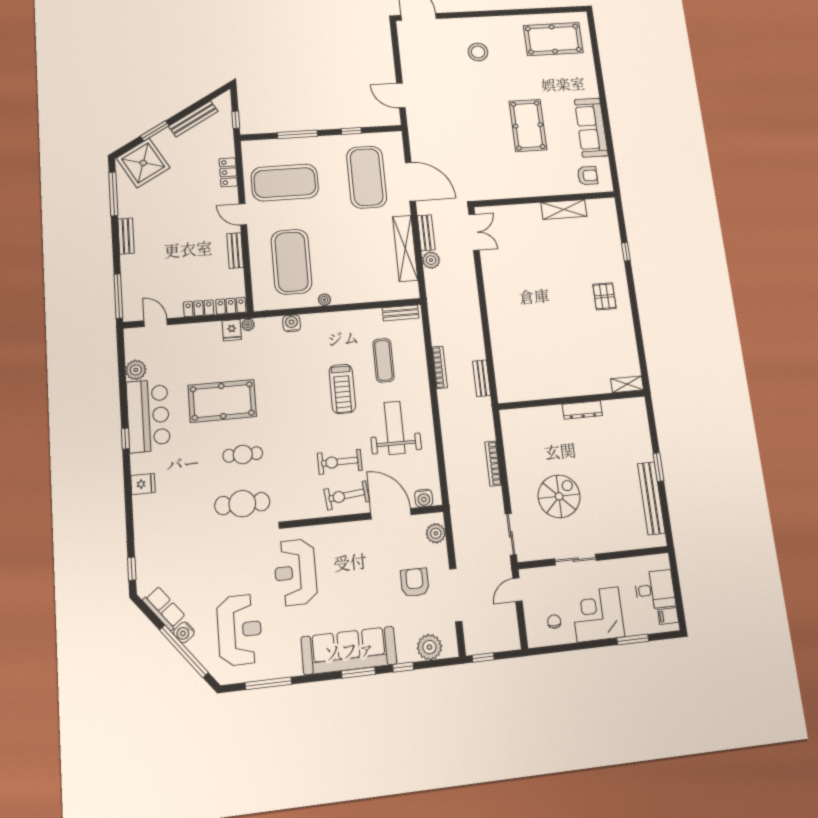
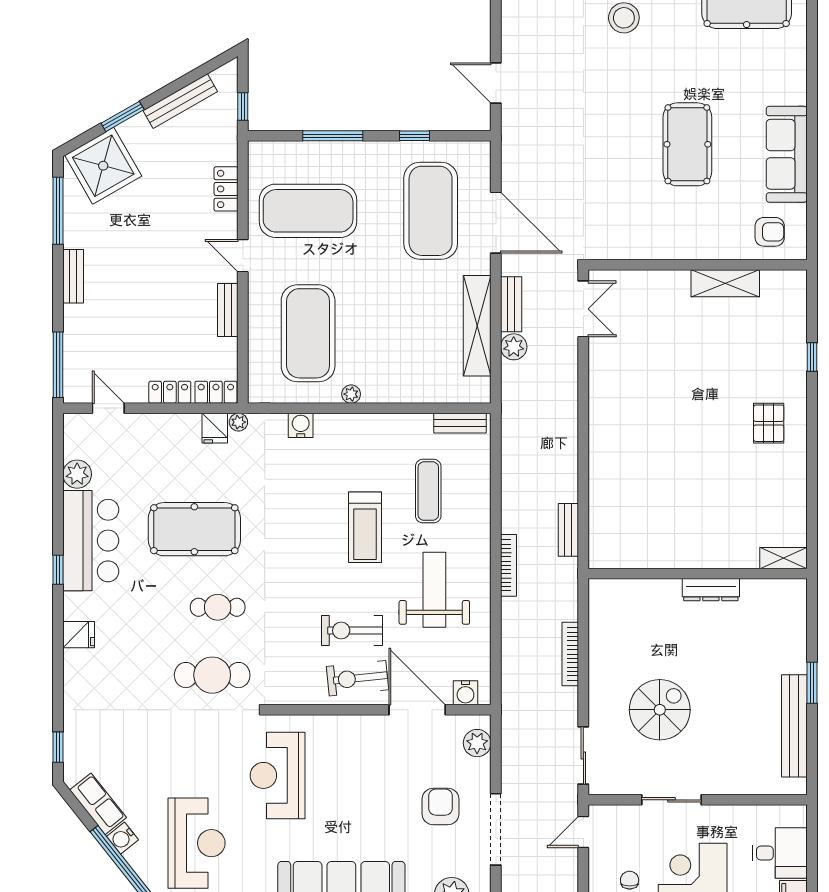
bookcase: (440, 367) -> (509, 565), moved

